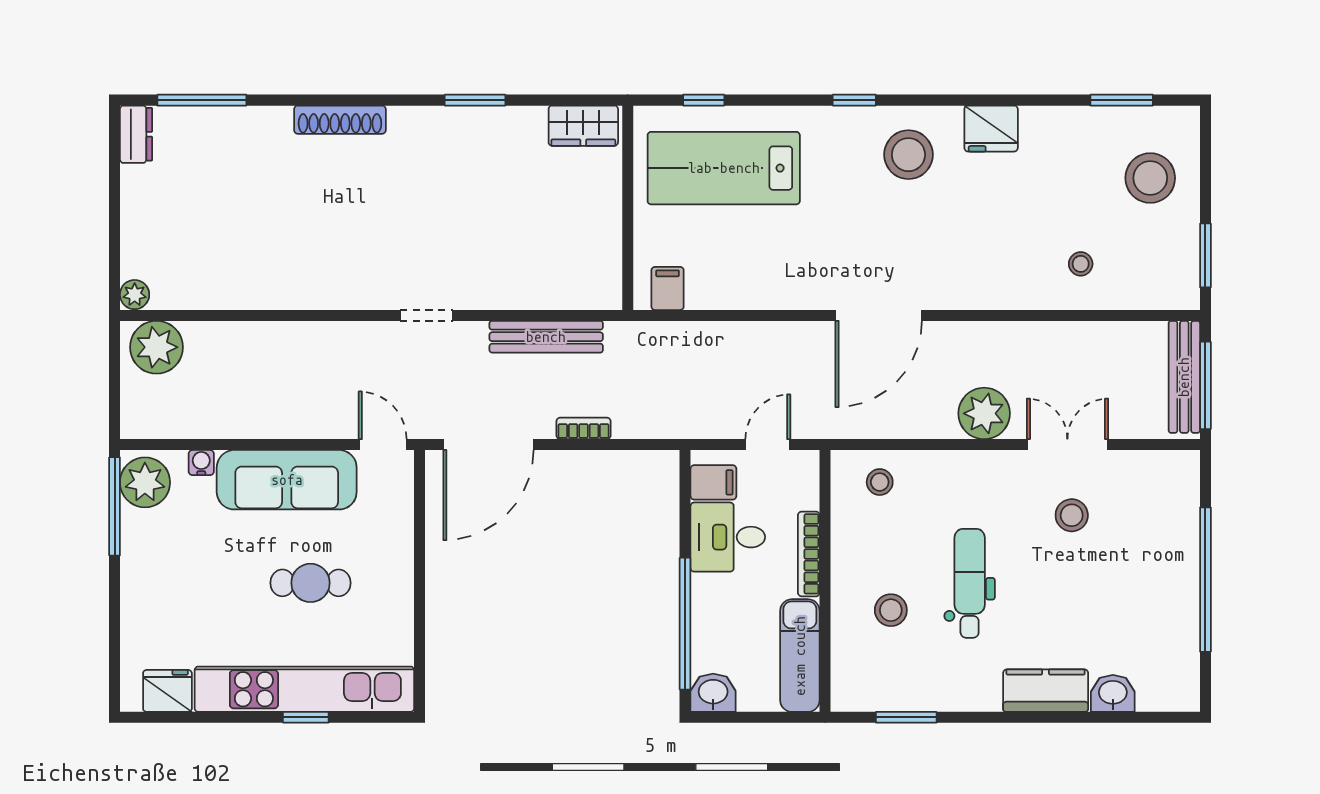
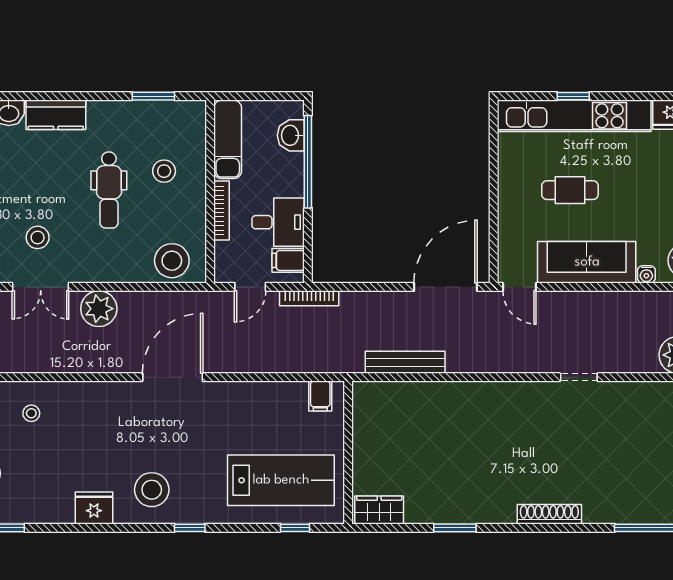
doorway: (427, 315) -> (579, 377), moved
bookcase: (584, 428) -> (309, 298), moved, width x1.56
stool: (880, 482) -> (172, 261), width x1.89, depth x1.89
washbasin: (713, 693) -> (291, 135), moved, turned 90

